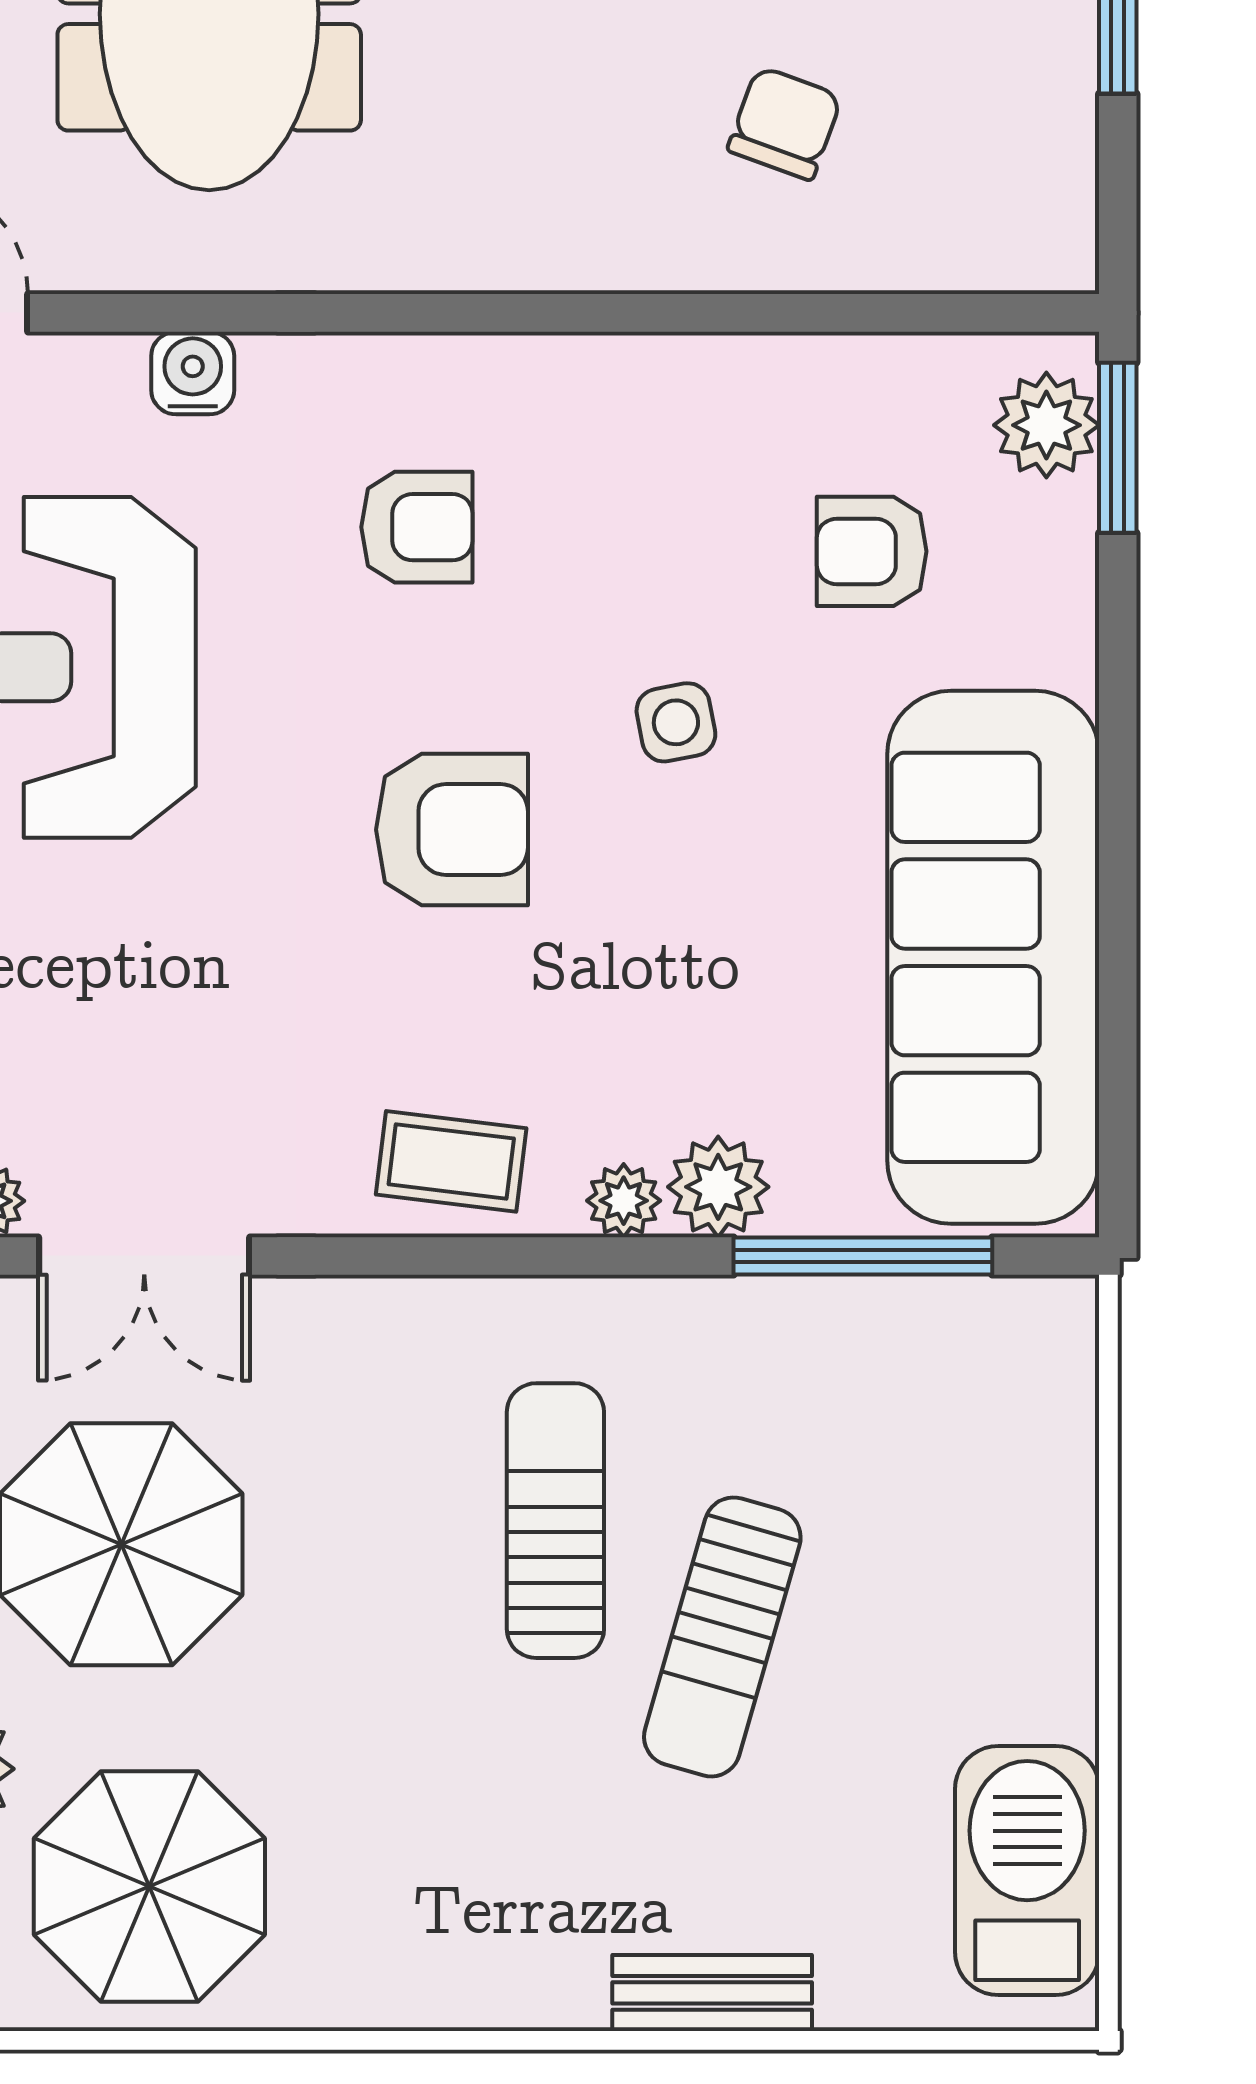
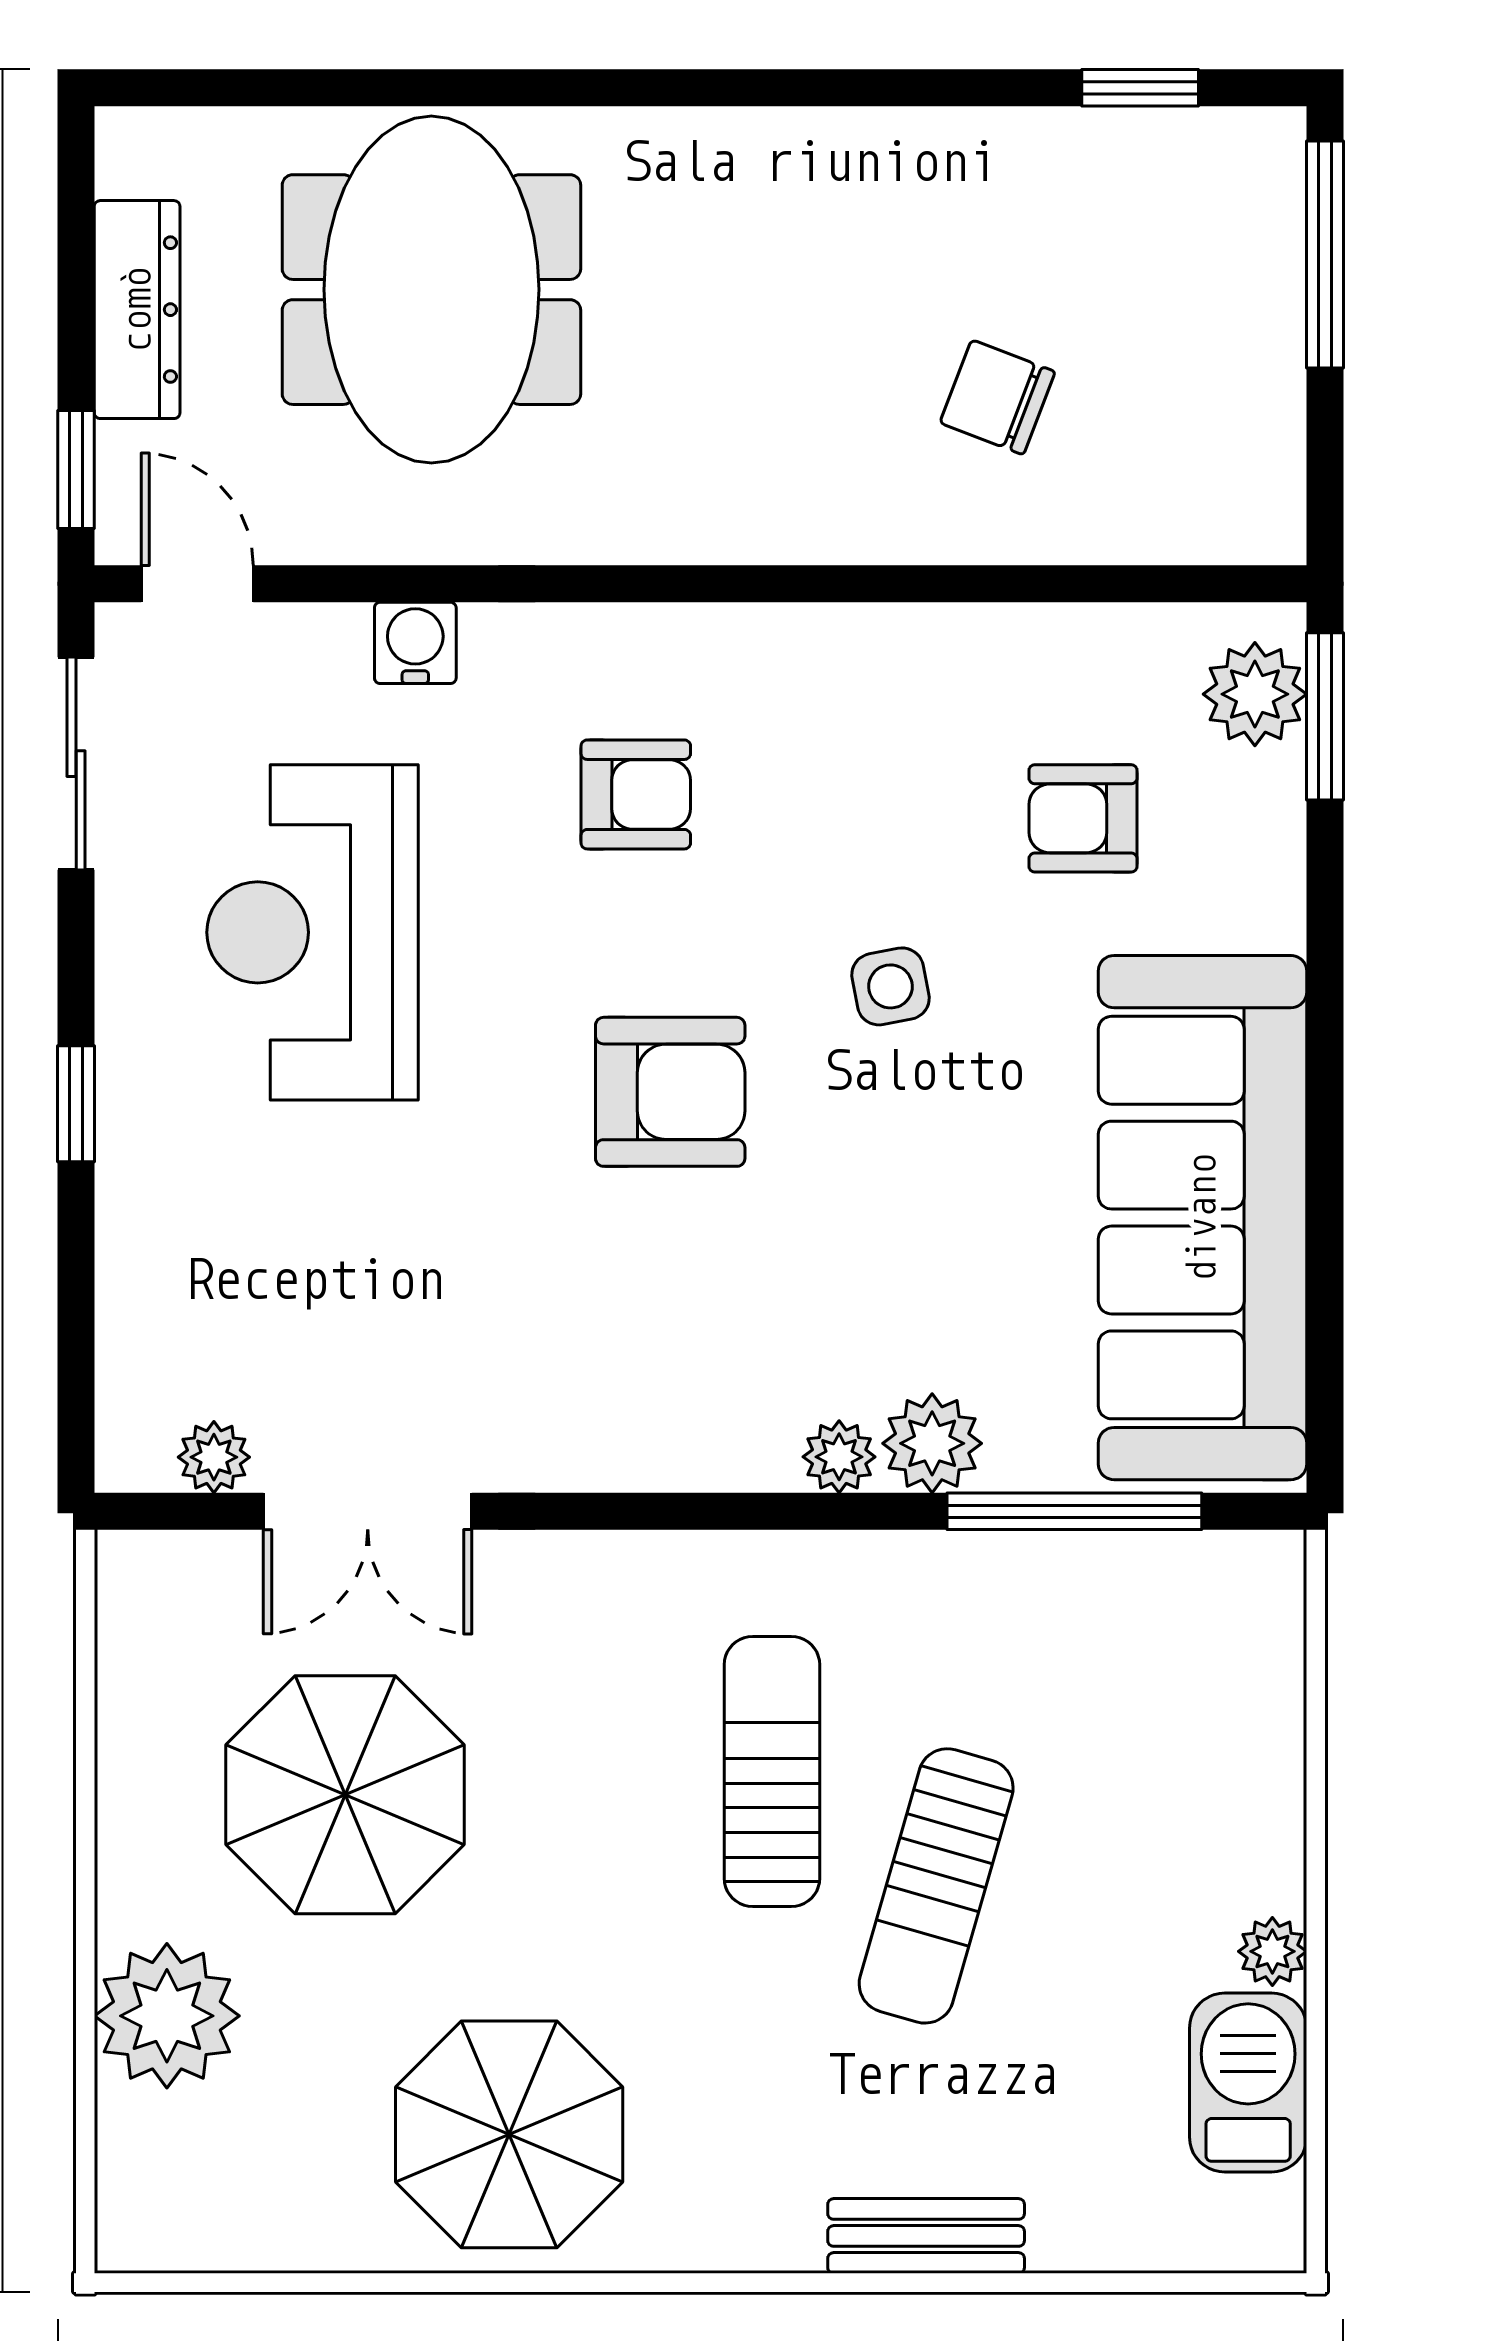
chair: (785, 123) -> (997, 397), turned -89
coffee table: (451, 1161) -> (669, 1418), removed
plant: (1064, 1704) -> (1272, 1951), added
barbecue: (1027, 1870) -> (1248, 2083), width x0.73, depth x0.83
parasol: (149, 1886) -> (509, 2134), moved

